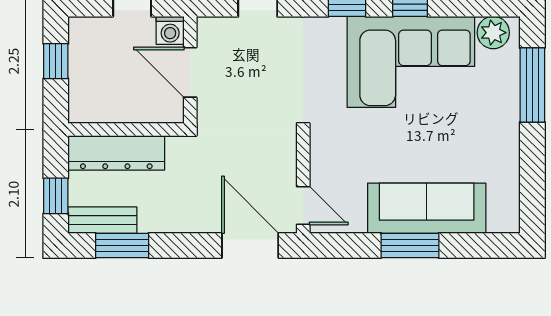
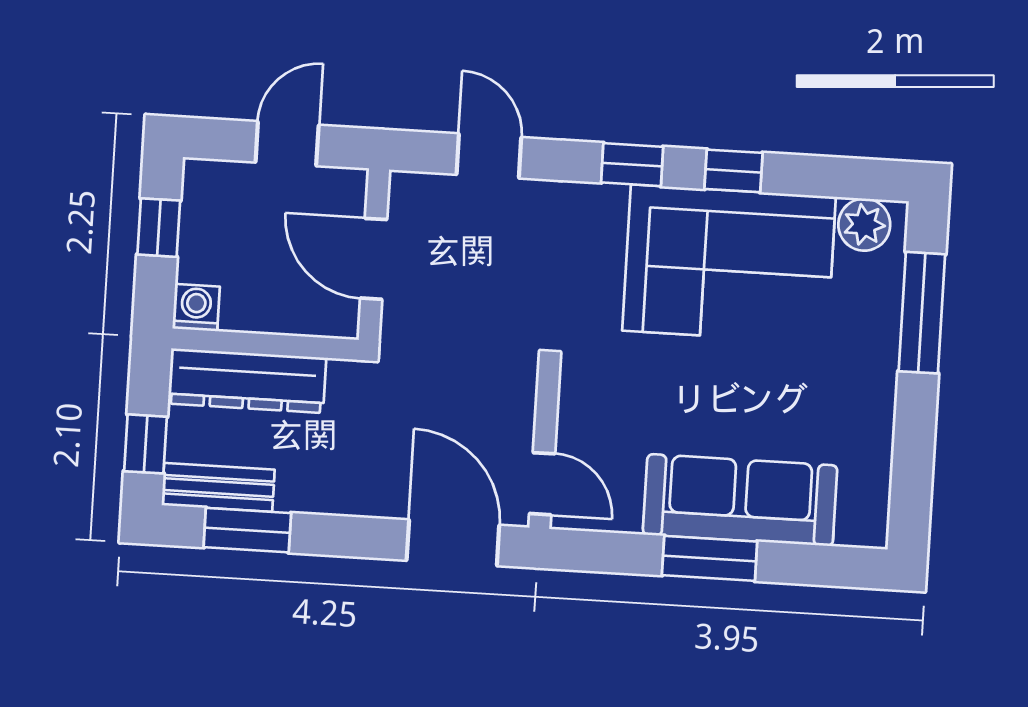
washing machine: (170, 30) -> (196, 308), moved, turned 180

